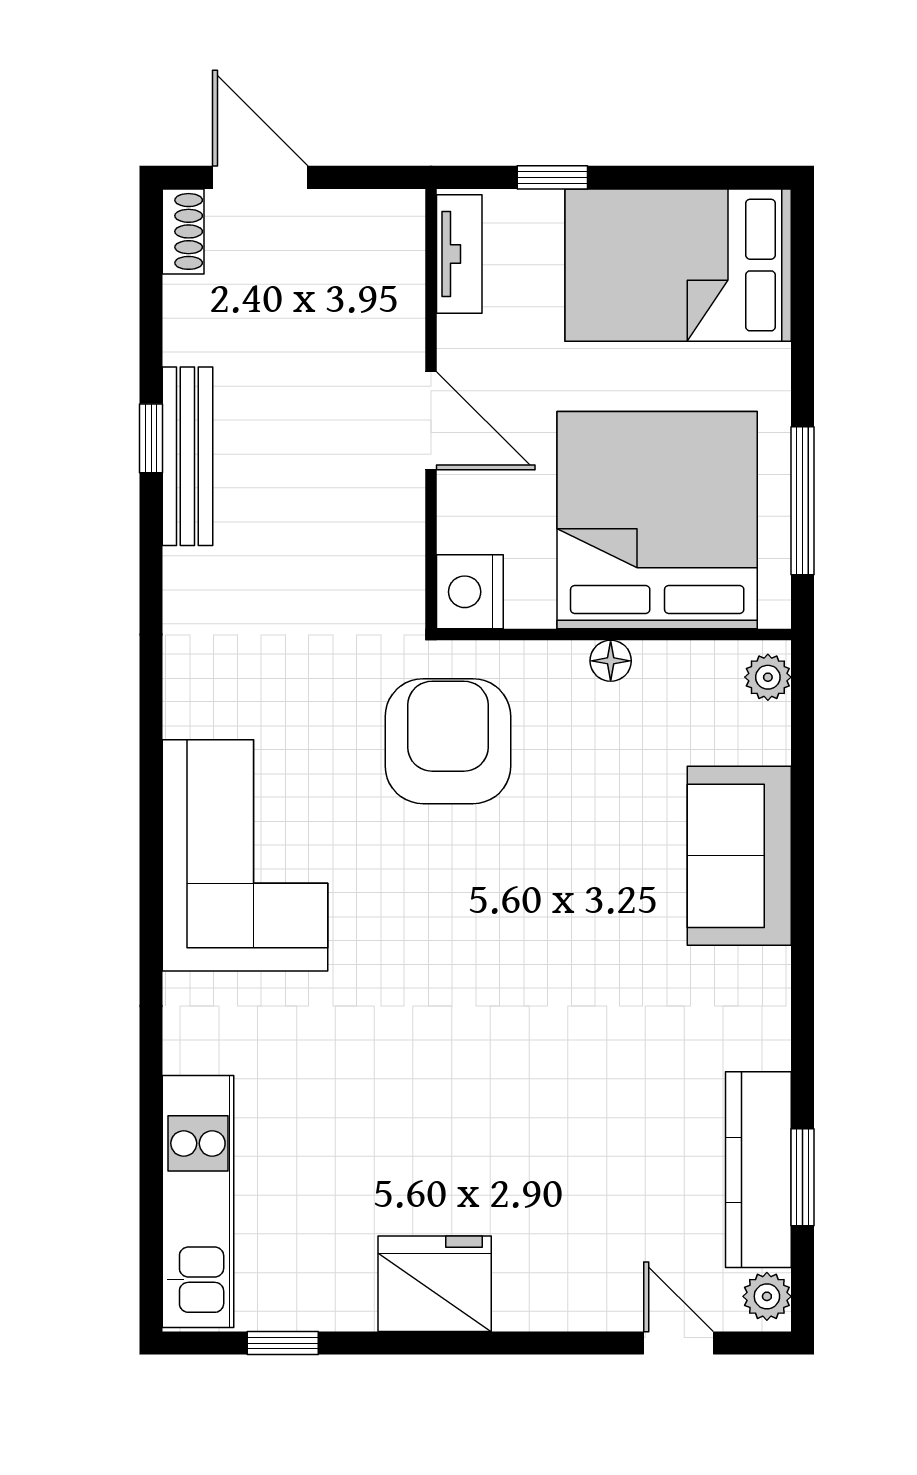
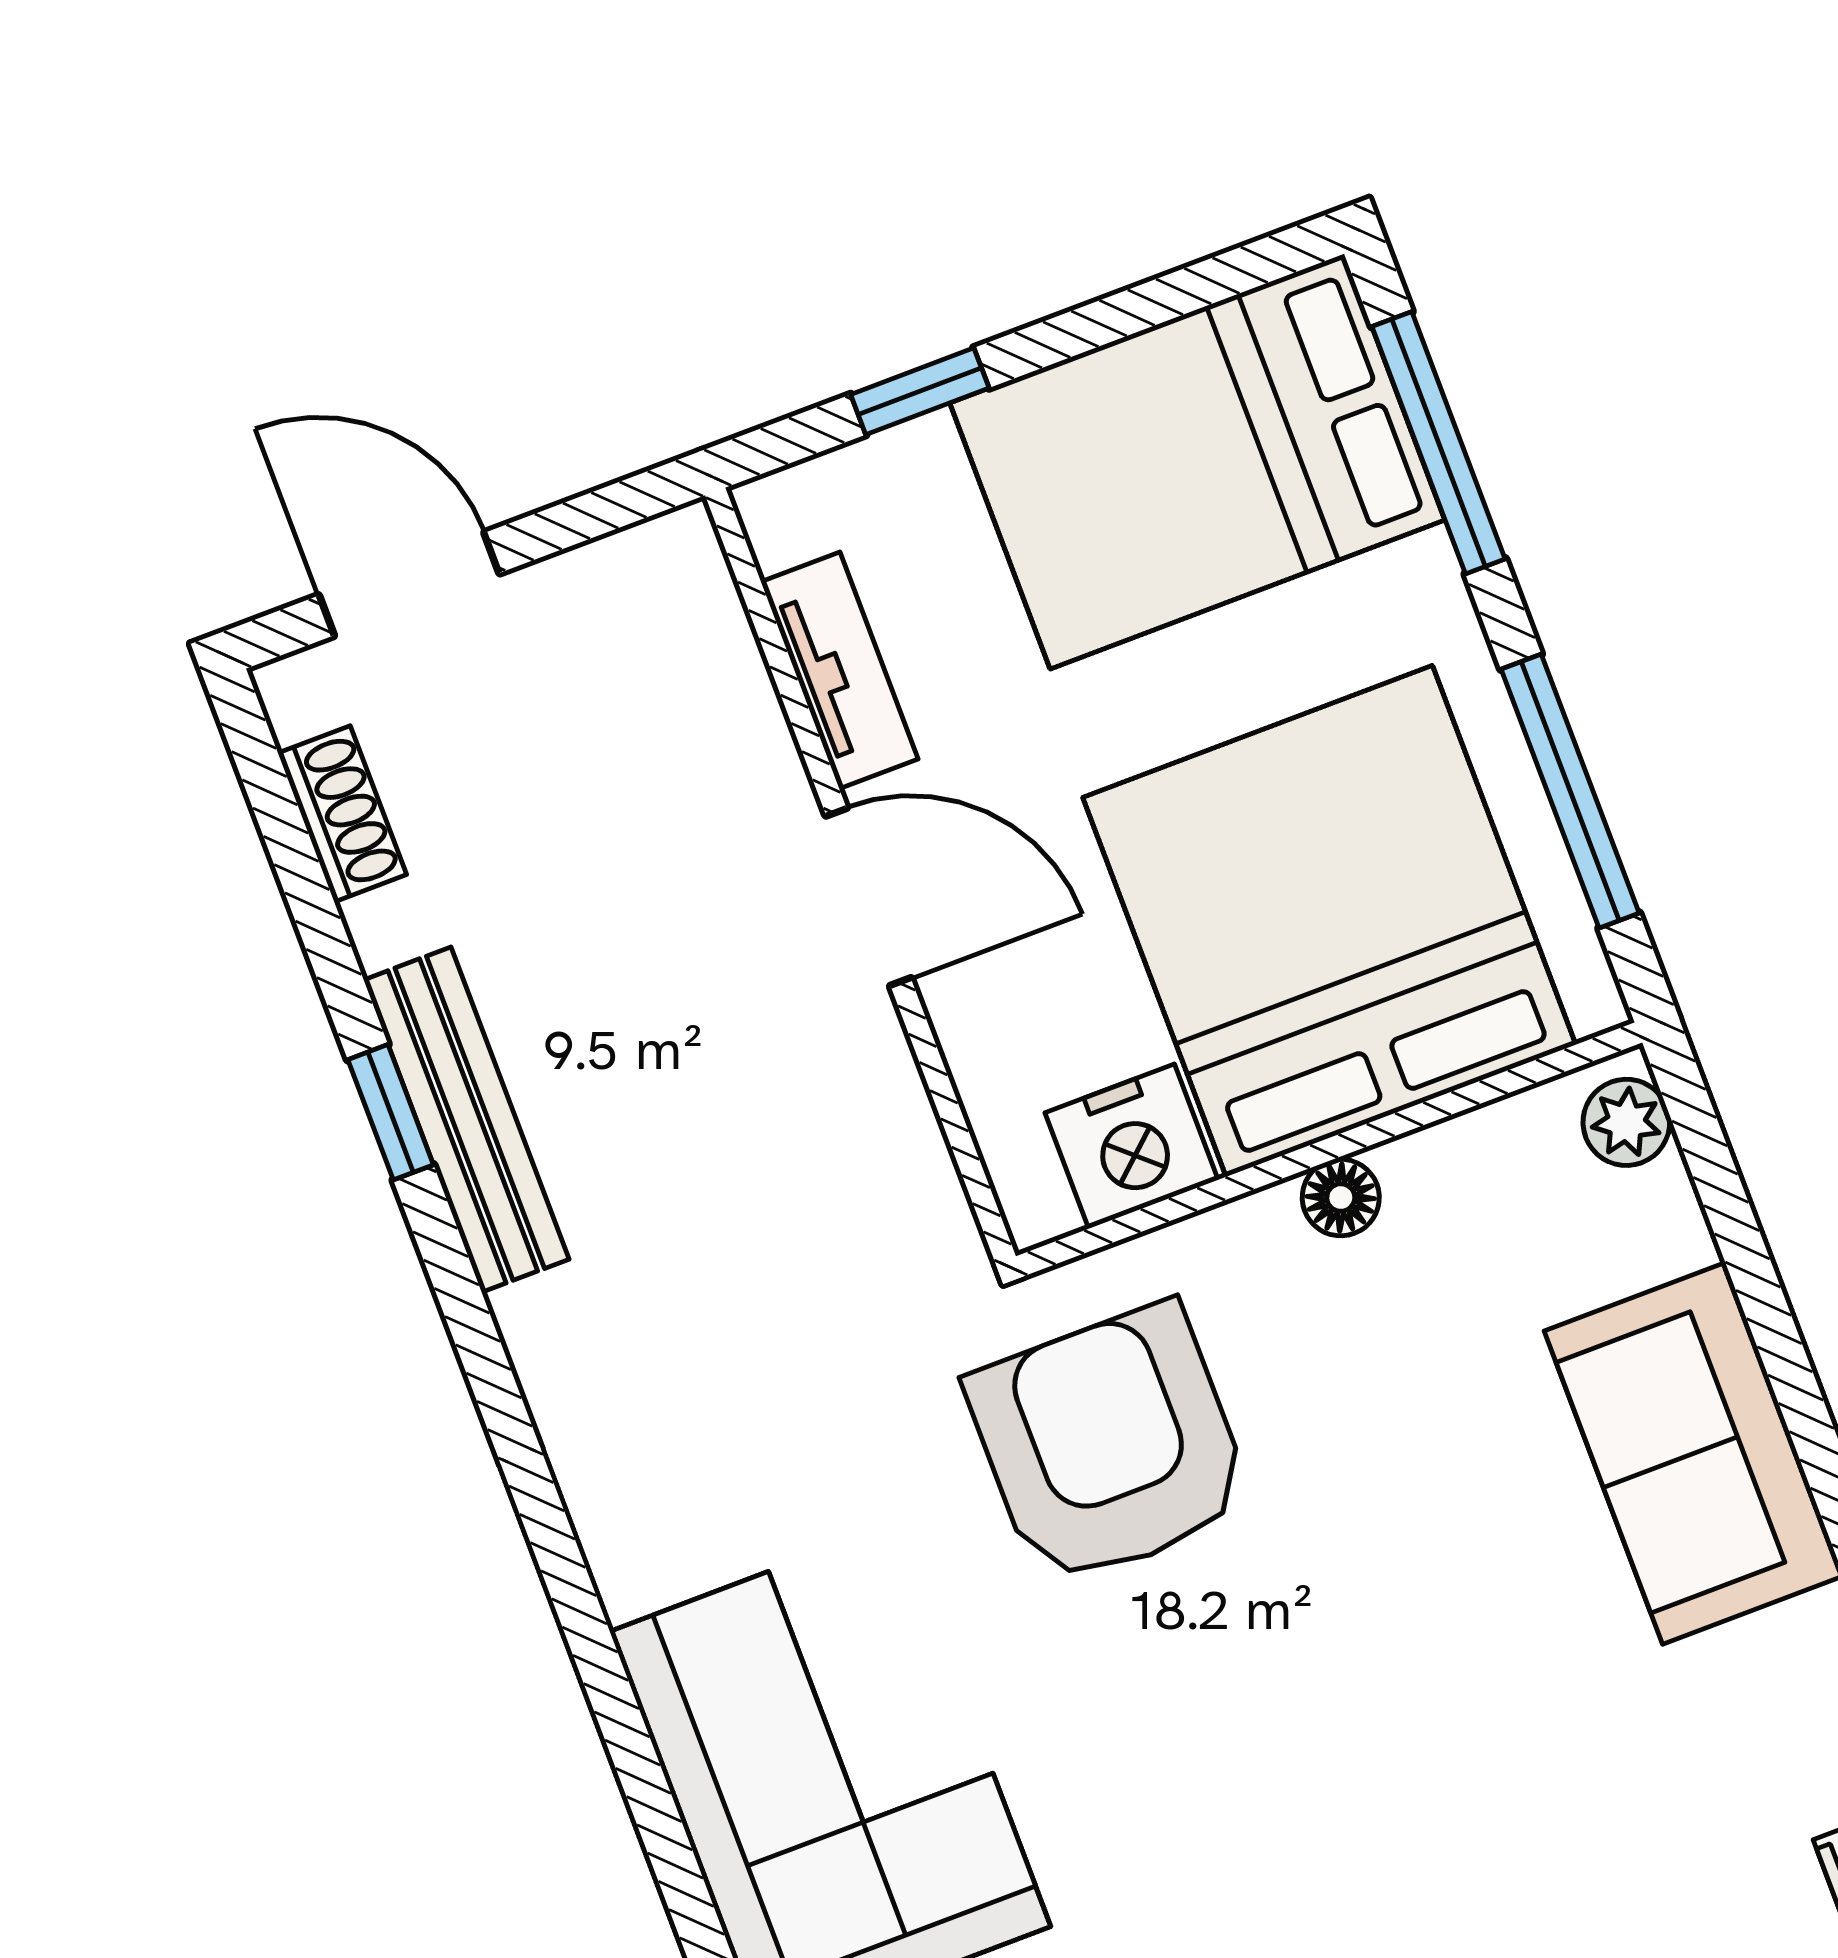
shoe rack: (183, 231) -> (342, 814), moved
tv unit: (459, 254) -> (839, 670), moved
window: (802, 301) -> (1439, 443), added
nightstand: (470, 592) -> (1132, 1146), moved, turned -90

